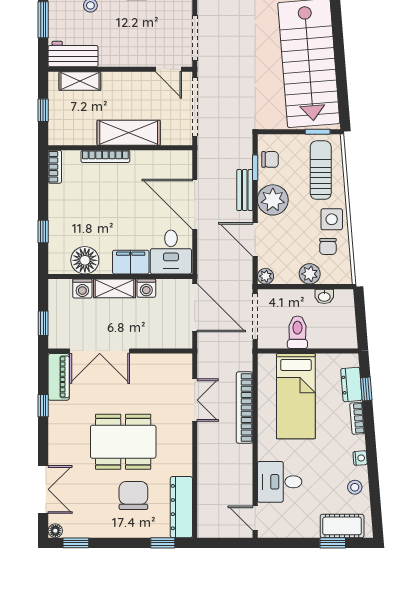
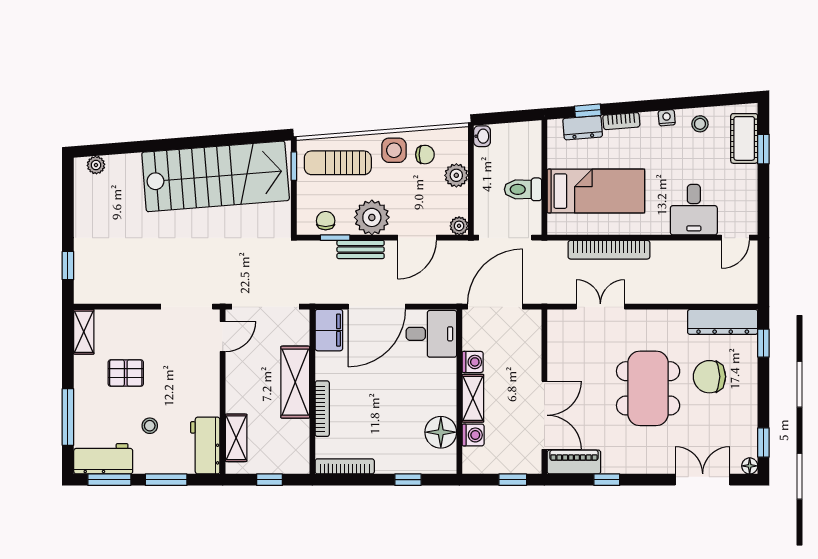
bookcase: (55, 167) -> (345, 466), width x1.56
filing cabinet: (131, 262) -> (329, 330), moved, turned 180
washbasin: (324, 296) -> (482, 136), moved

